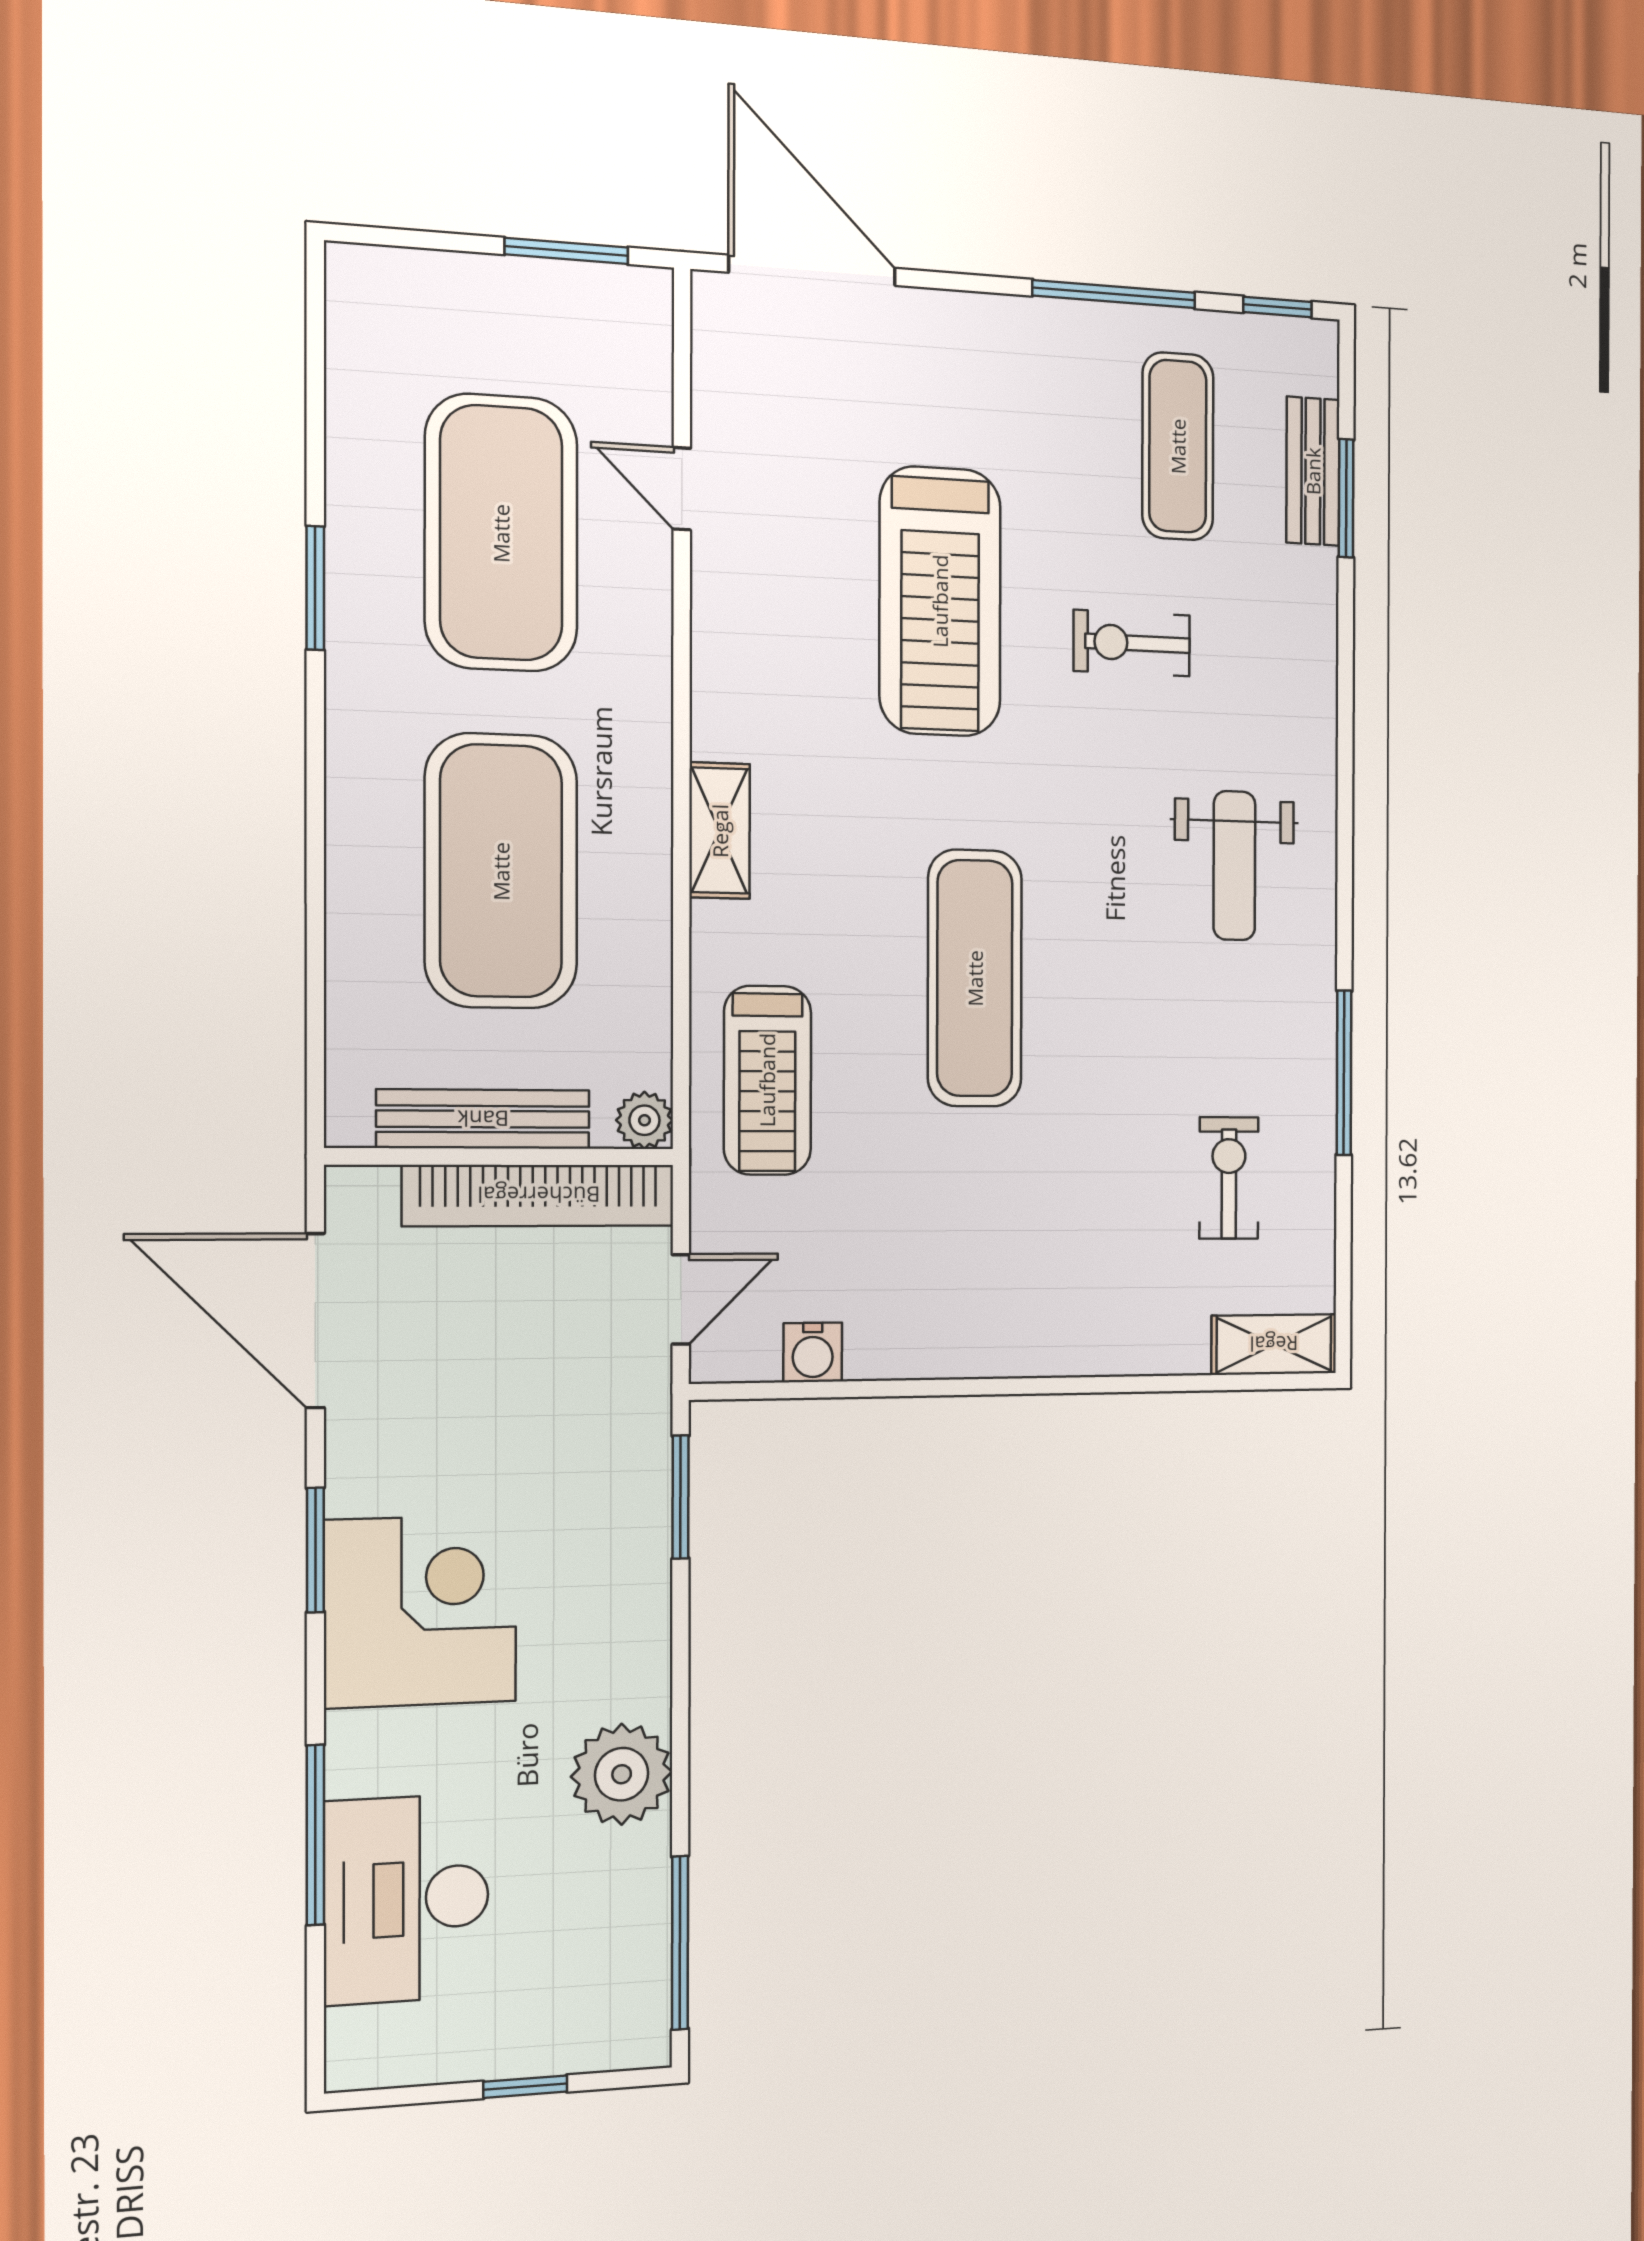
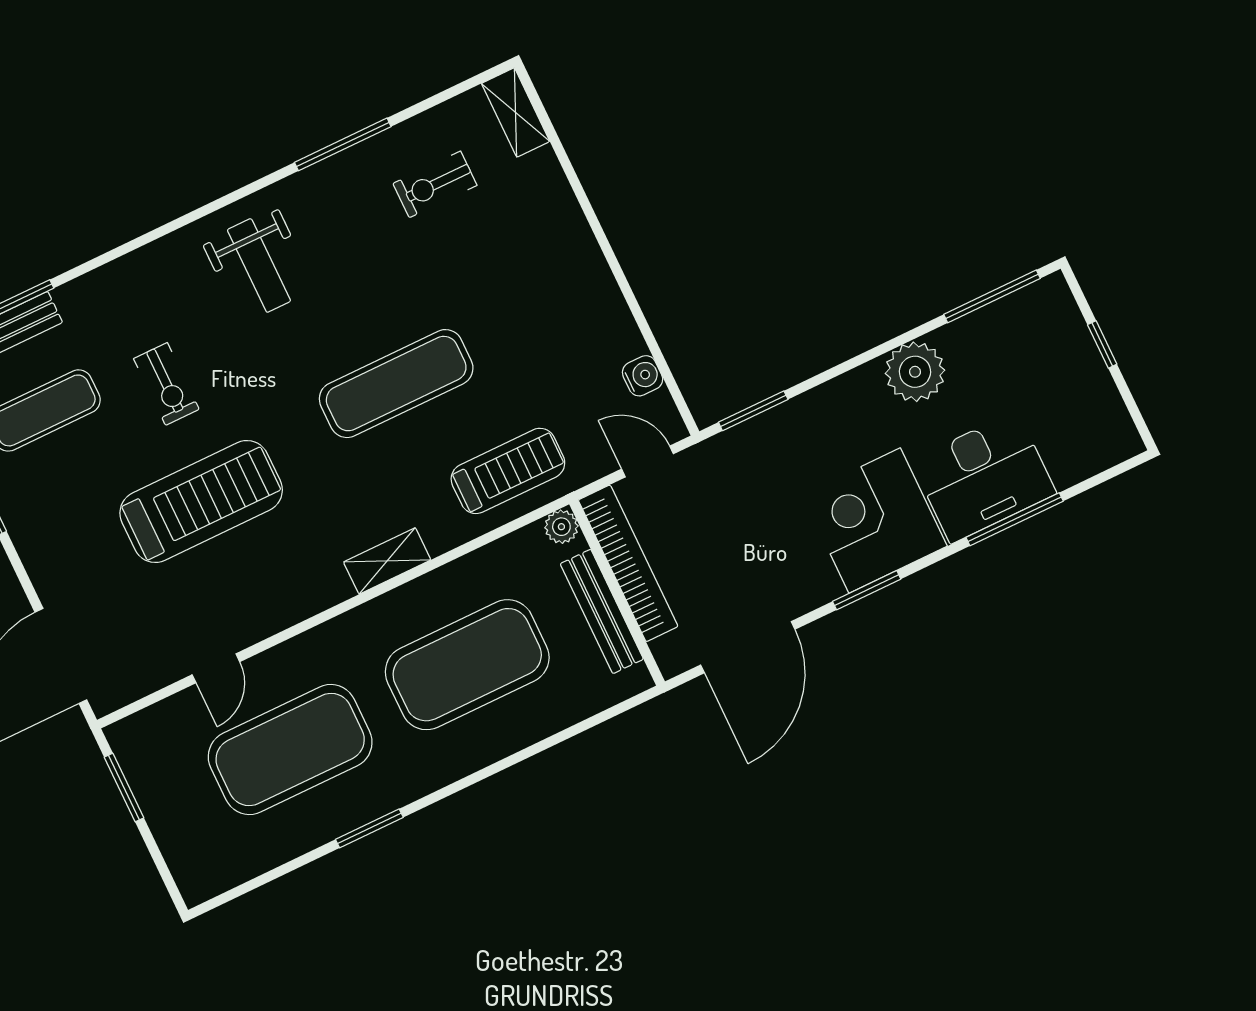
weight bench: (1234, 866) -> (259, 265), turned 90
desk: (406, 1899) -> (984, 477), moved

